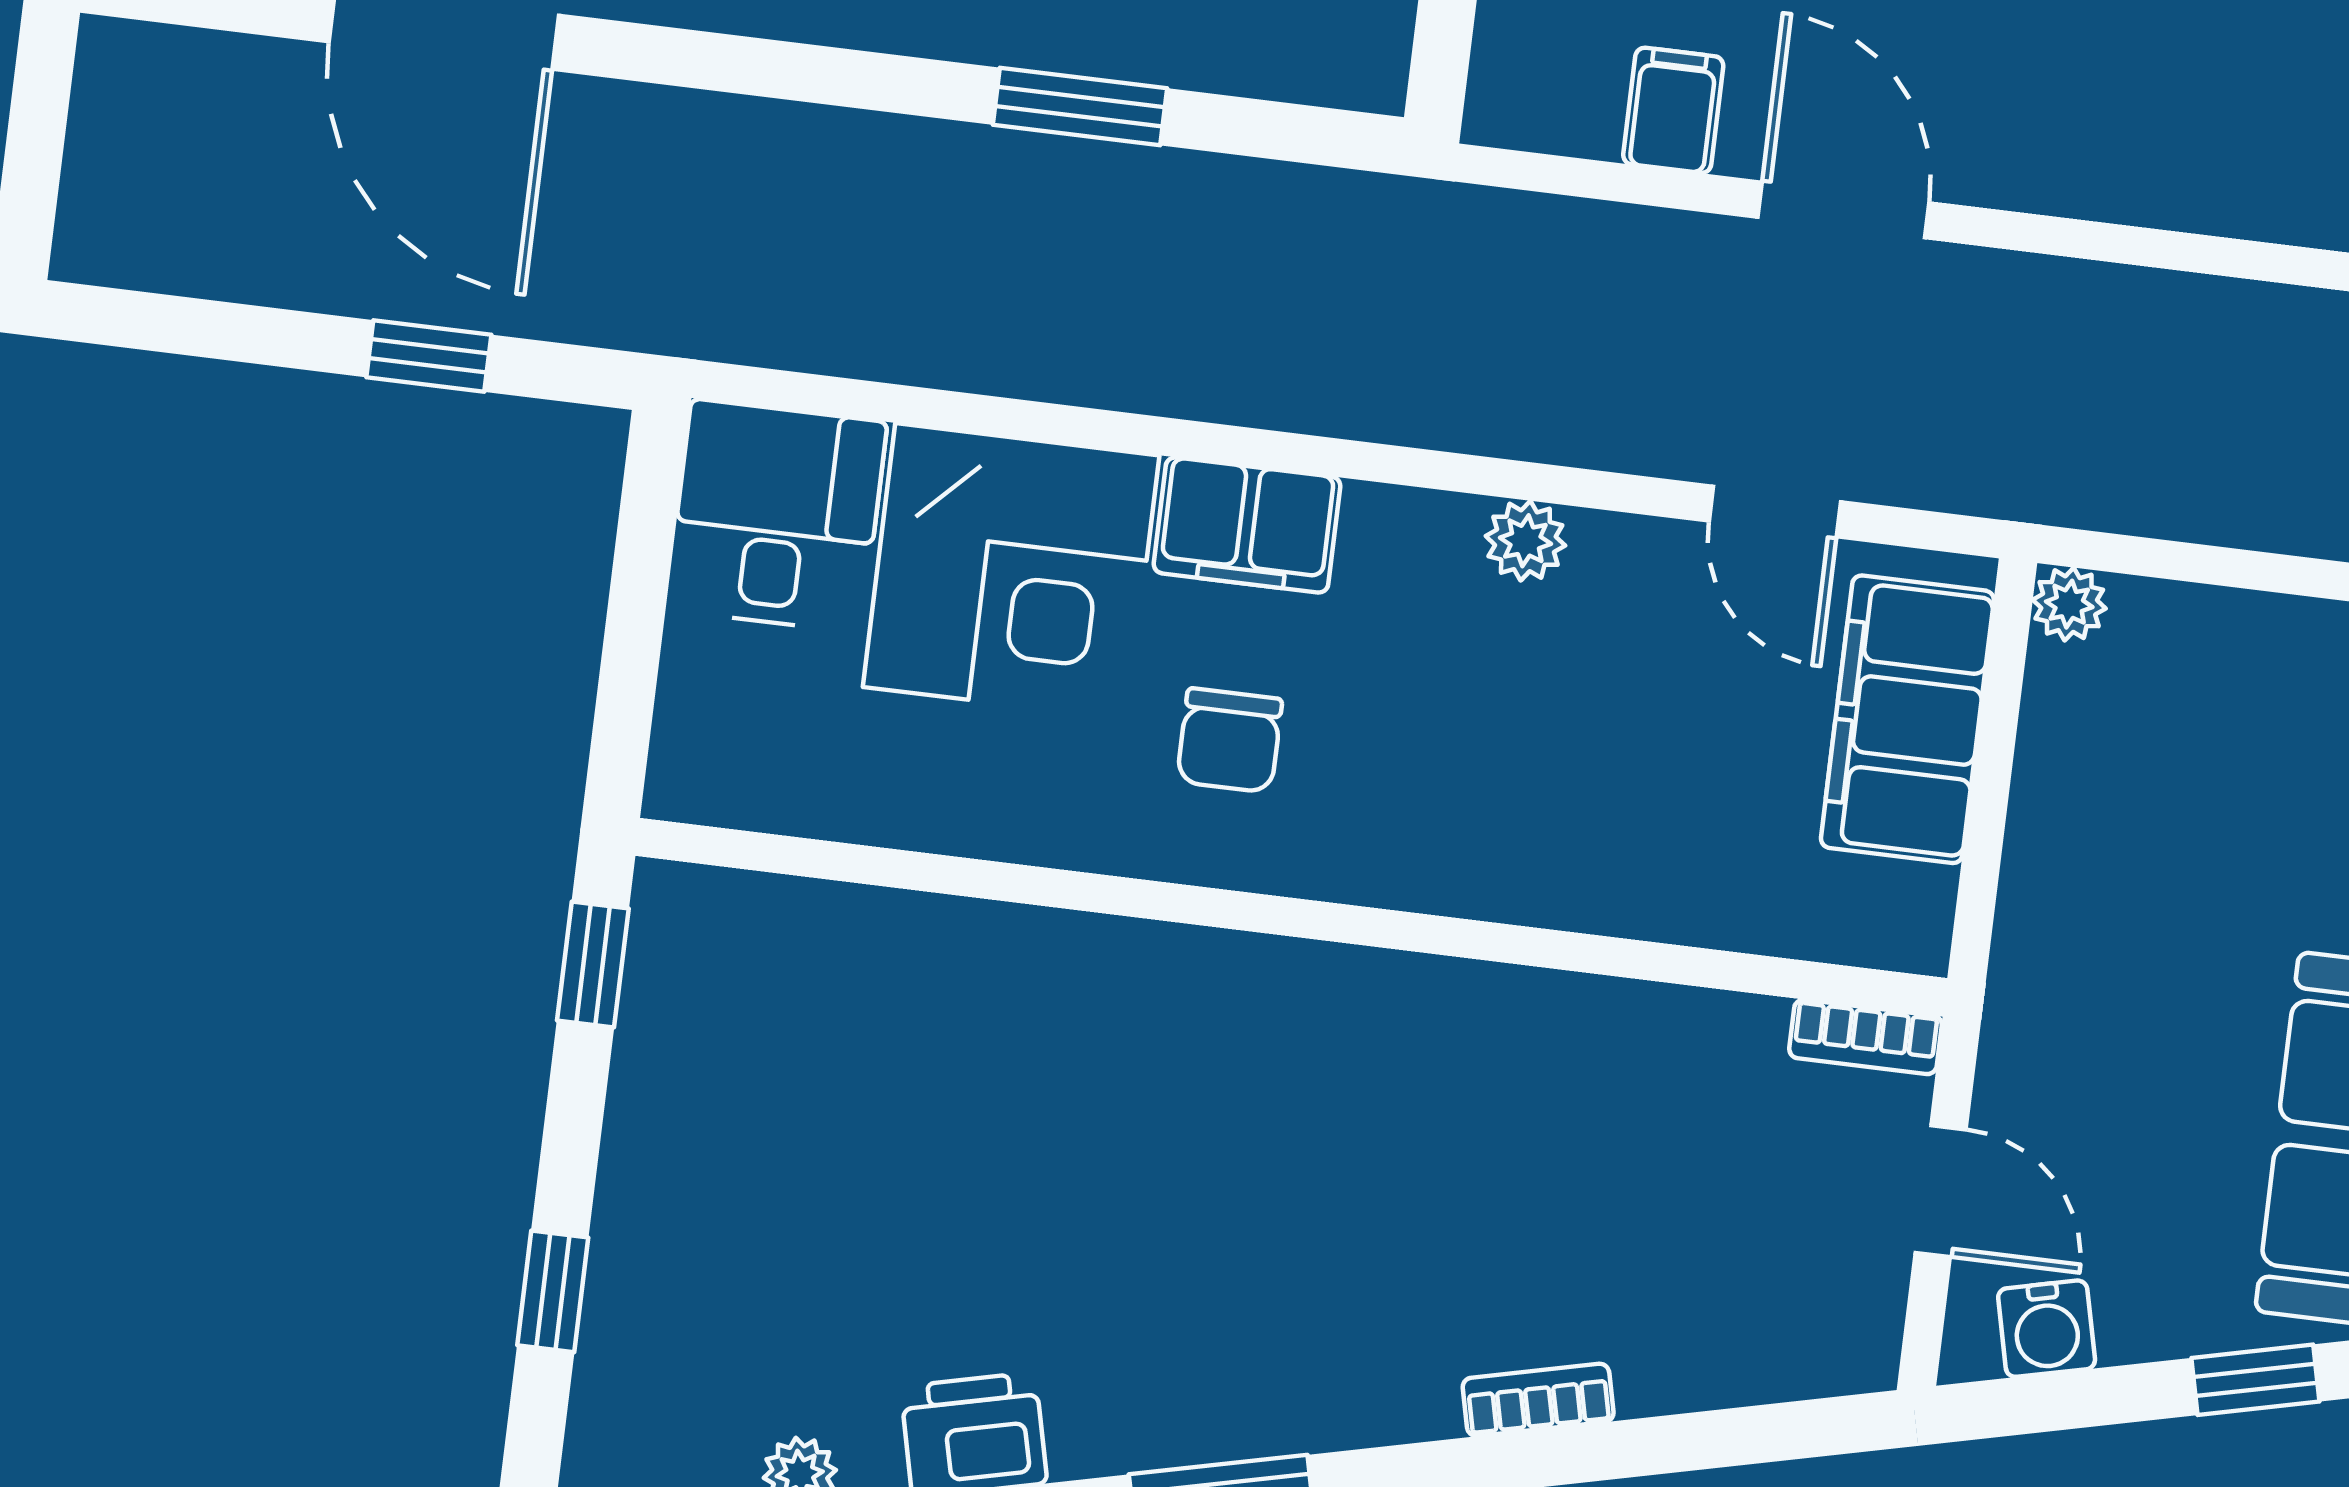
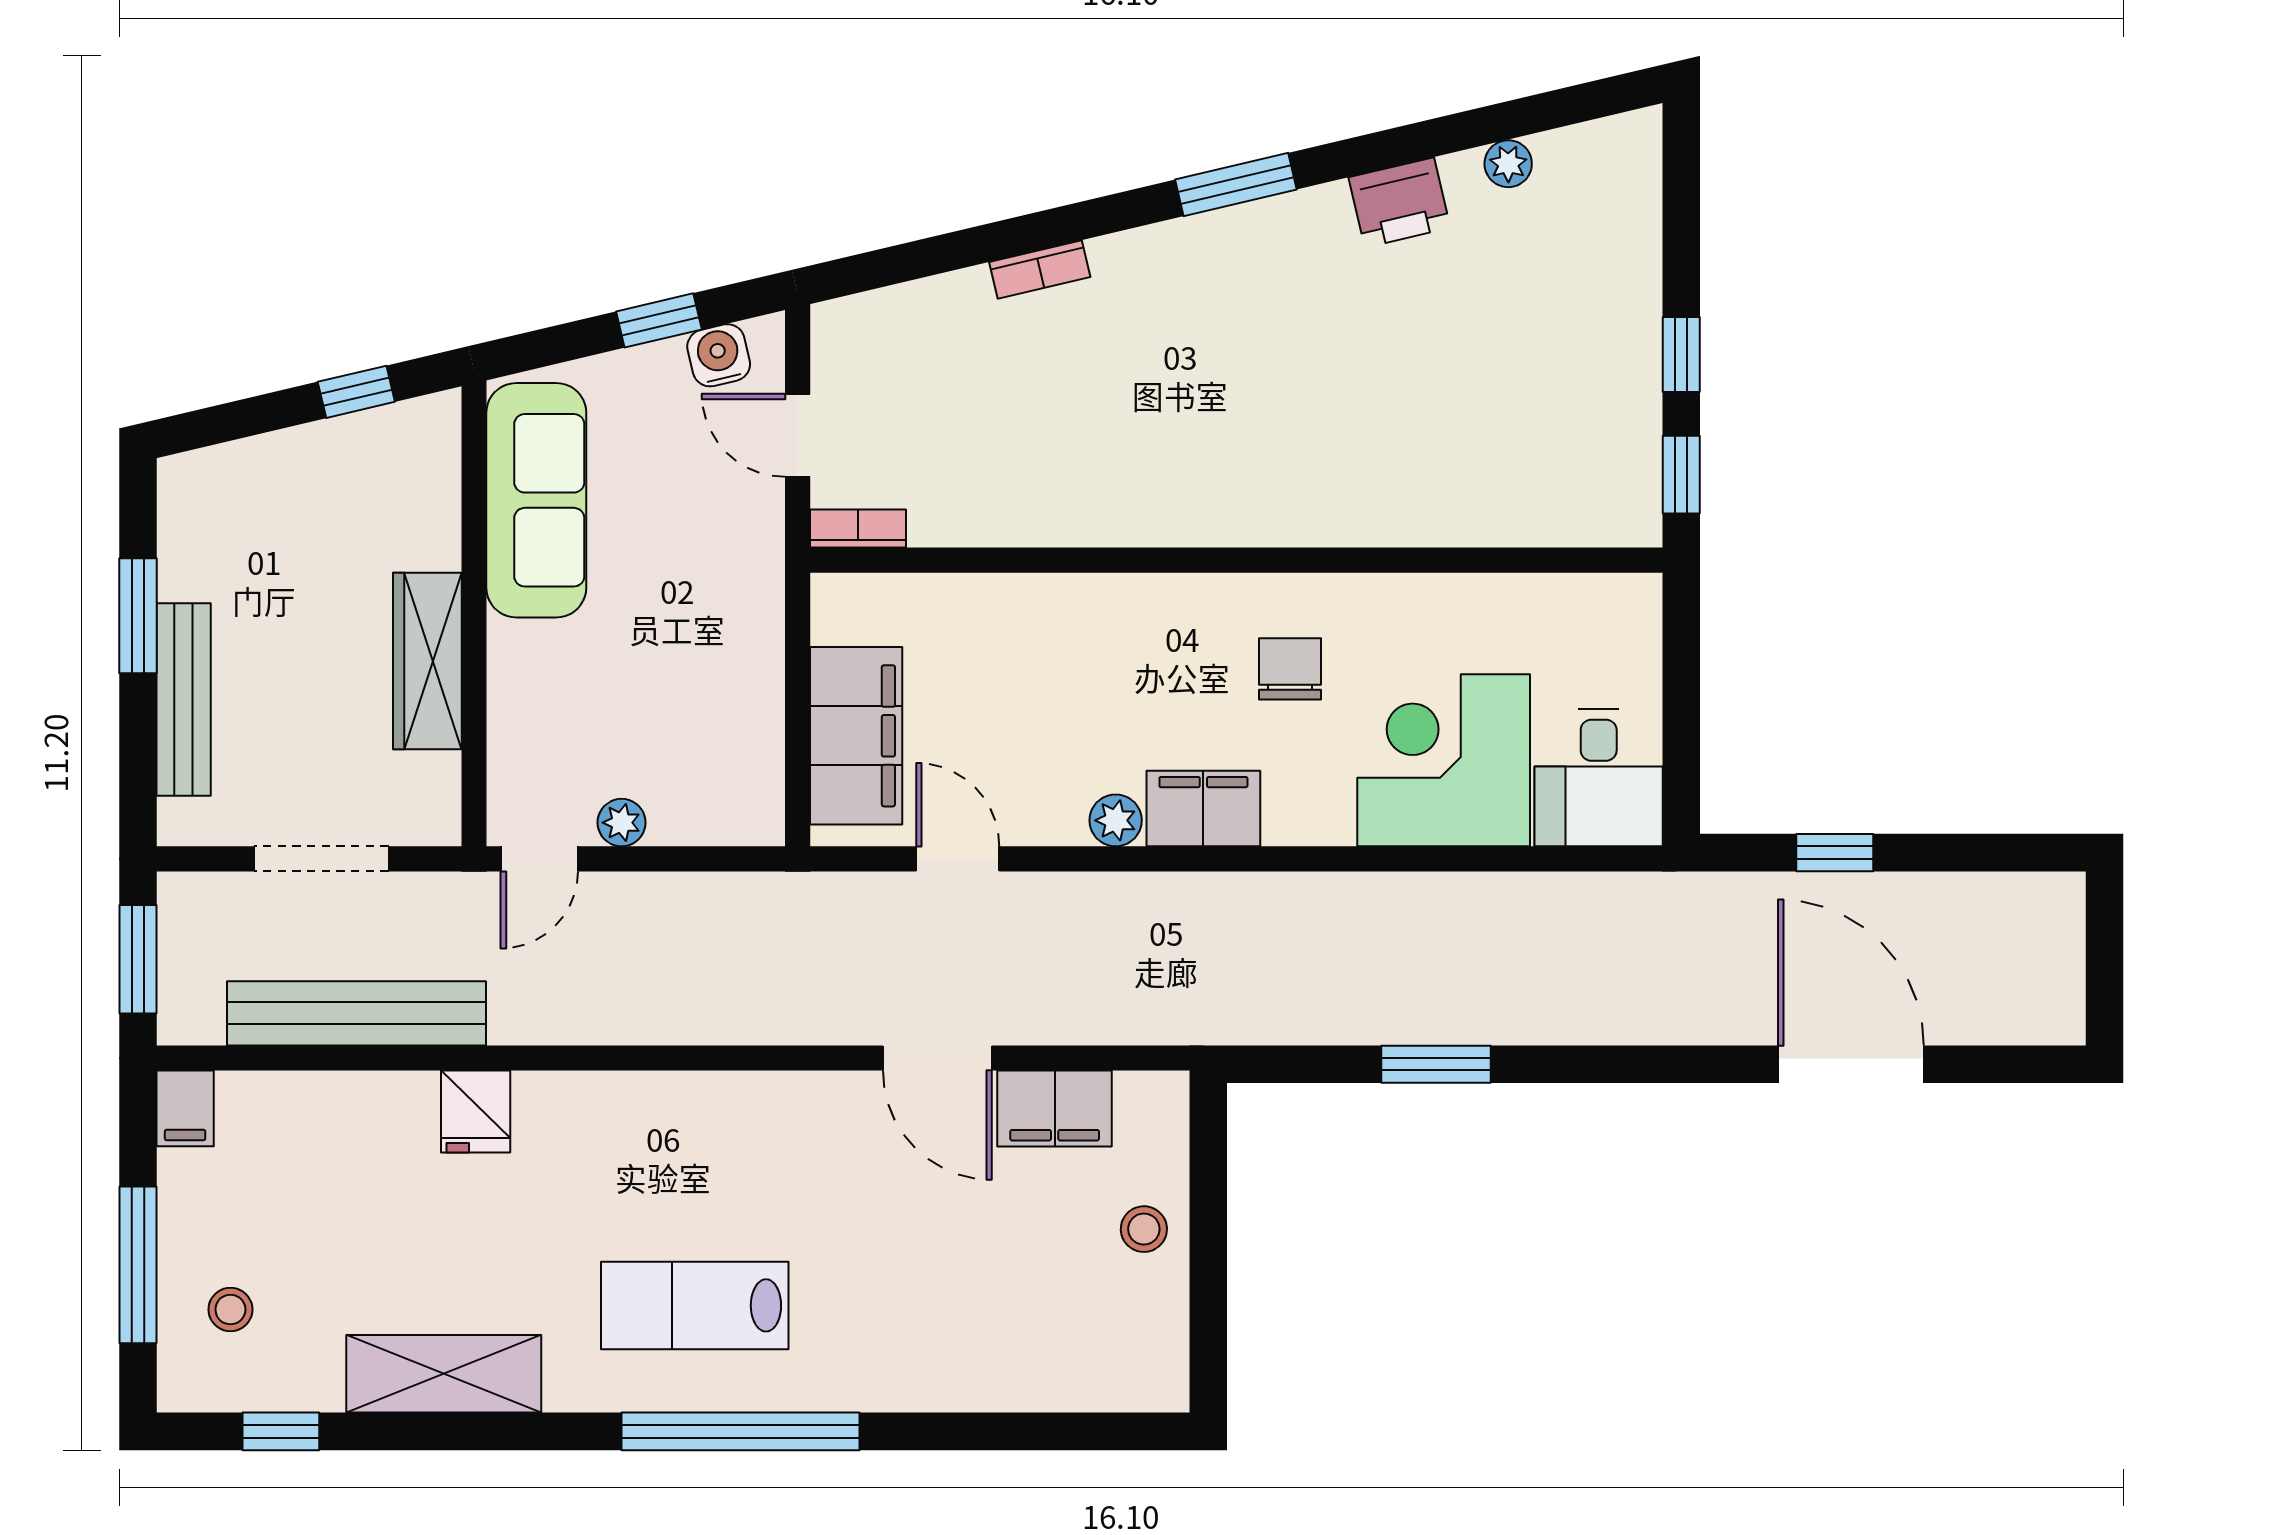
filing cabinet: (1673, 110) -> (1055, 1109), width x2.00
filing cabinet: (1247, 525) -> (1203, 809), moved
plant: (2069, 604) -> (622, 823), moved
window: (553, 1291) -> (1681, 354), moved
window: (2255, 1380) -> (659, 320), moved

